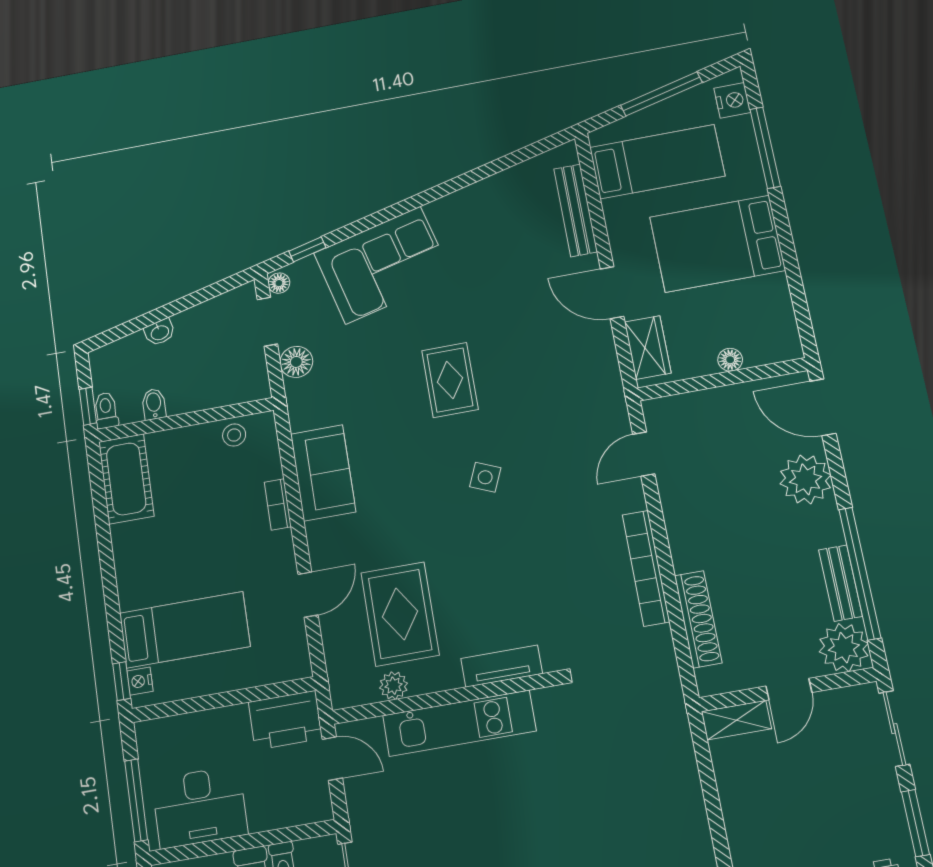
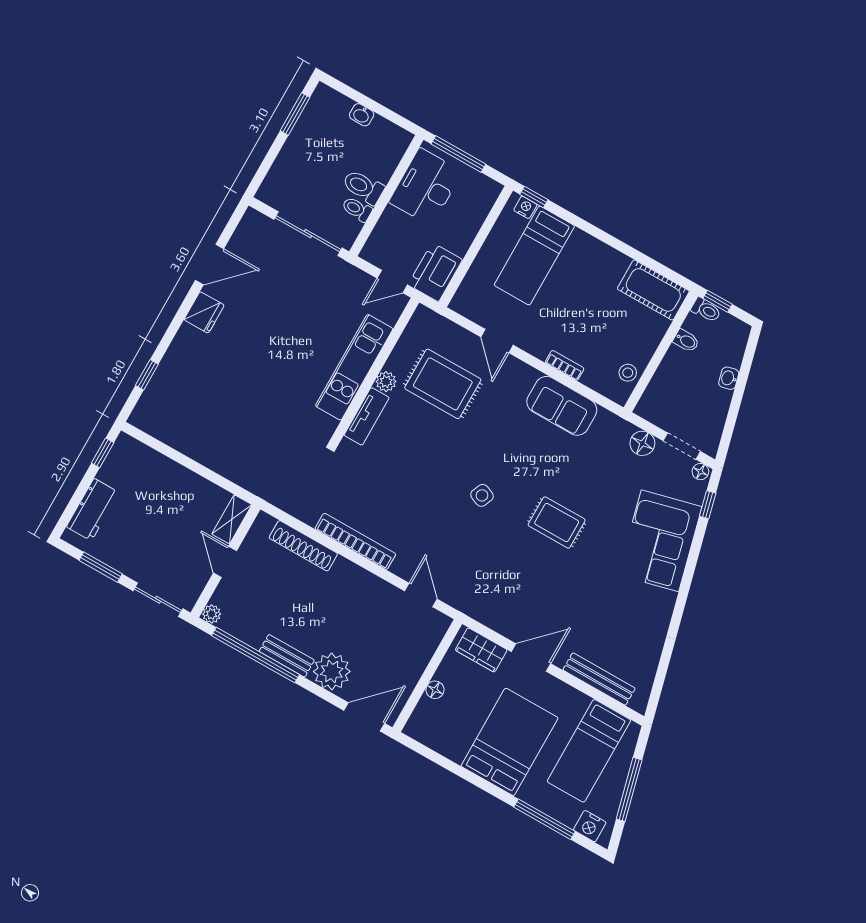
bench: (840, 583) -> (287, 656), moved
plant: (844, 648) -> (212, 614), width x0.53, depth x0.53
plant: (394, 686) -> (386, 382), moved

